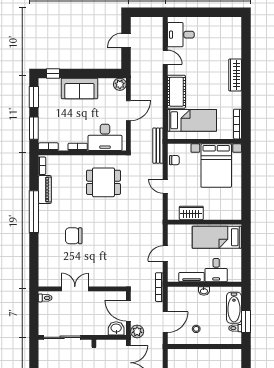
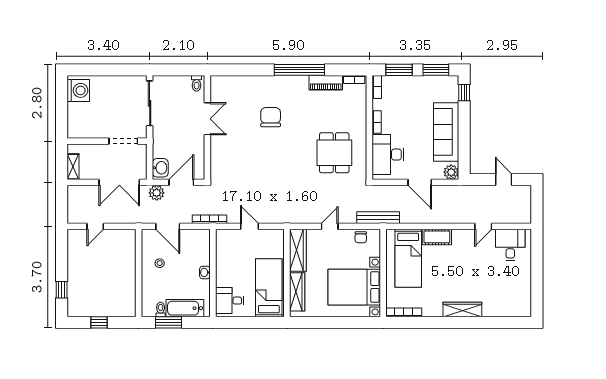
sofa: (79, 88) -> (446, 132), width x1.36
cot: (176, 92) -> (437, 237), width x0.73, depth x0.75
wardrobe: (191, 213) -> (298, 250), width x1.50
wardrobe: (220, 214) -> (297, 292), added
desk: (216, 270) -> (230, 301), moved
tv unit: (192, 277) -> (221, 258), removed

